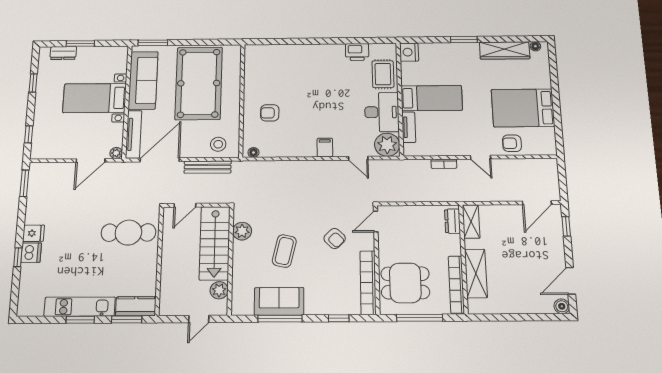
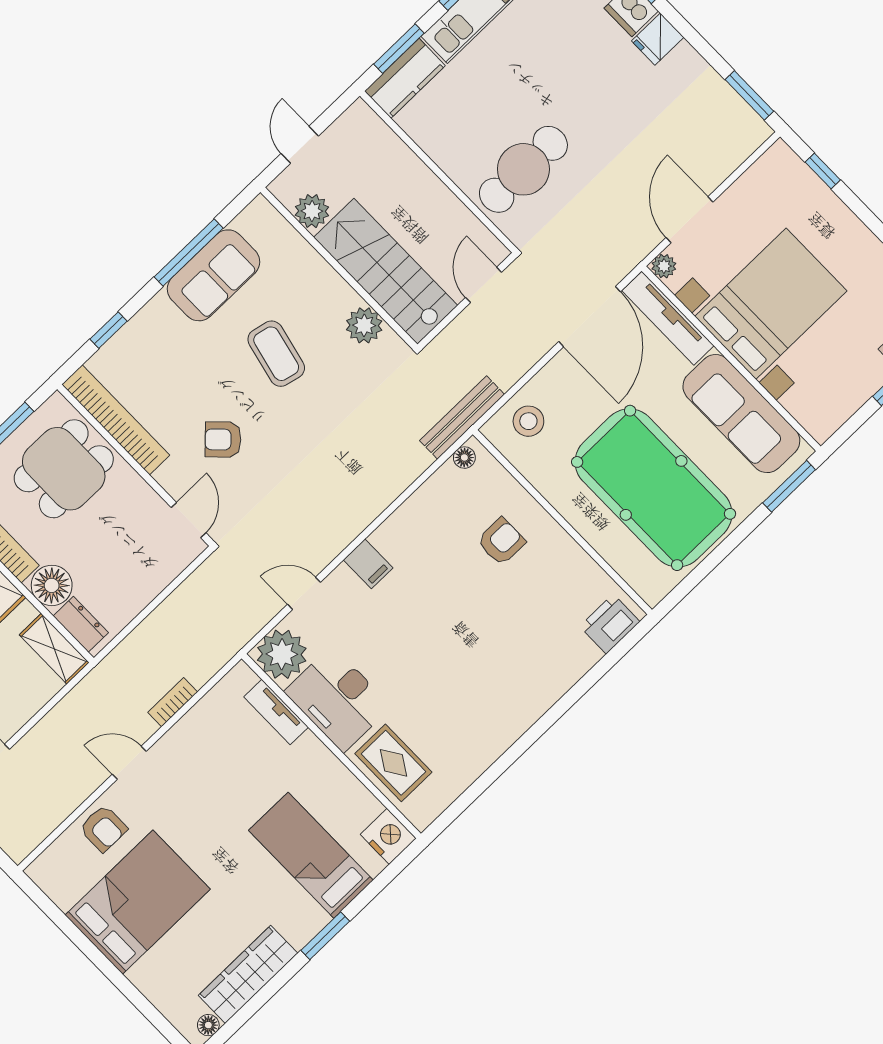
printer: (357, 52) -> (610, 624), moved
bed with nightstands: (95, 98) -> (771, 304), width x1.36
bed: (432, 98) -> (311, 855), moved, turned 90
armchair: (512, 143) -> (103, 828), turned 90
bench: (208, 167) -> (462, 417), moved
floor lamp: (450, 245) -> (52, 585), added

